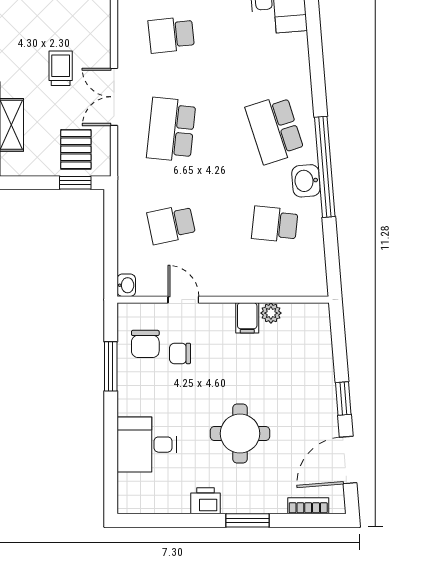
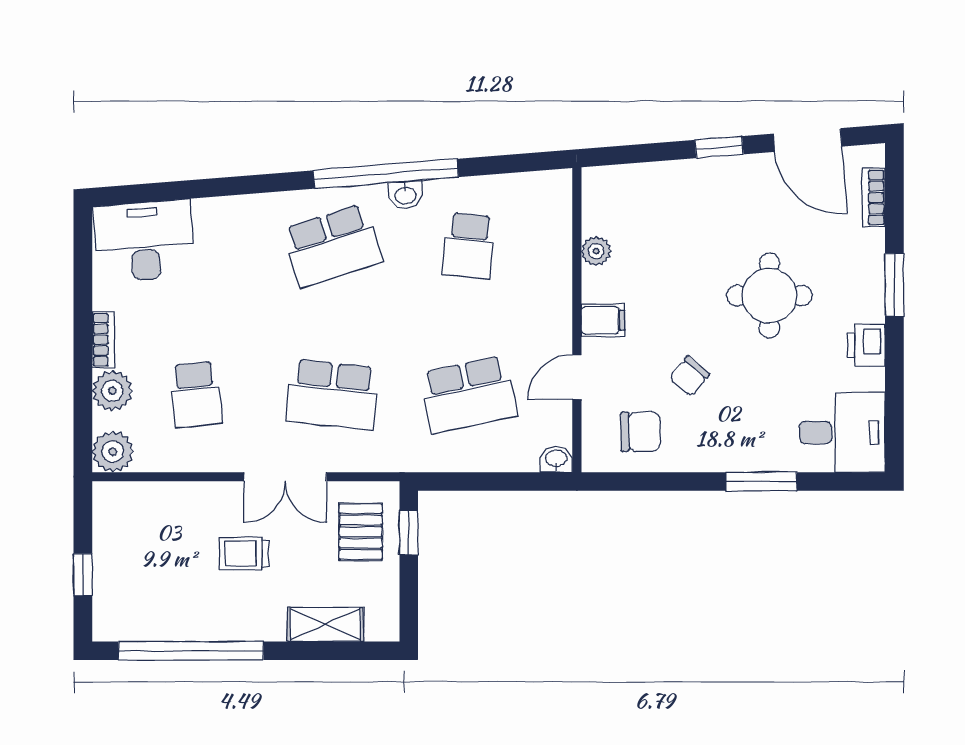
pallet: (76, 149) -> (361, 532), turned 90
washbasin: (306, 181) -> (405, 195), width x0.72, depth x0.69
school desk: (171, 224) -> (469, 394), width x1.85
filing cabinet: (247, 318) -> (603, 320), moved
chair: (180, 353) -> (689, 376), moved, turned 40
window: (111, 366) -> (761, 482), moved
desk: (147, 445) -> (842, 433), moved, turned -90

